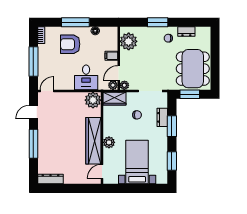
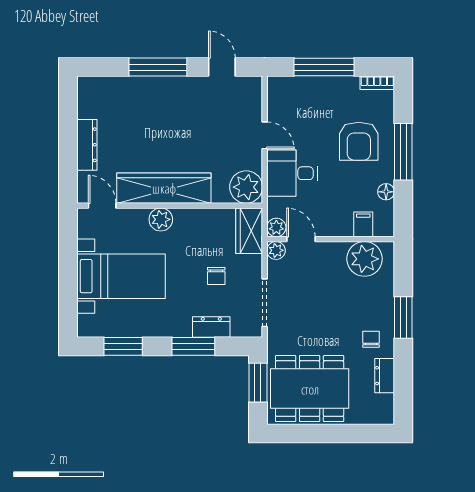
armchair: (70, 44) -> (359, 141), turned 180
filing cabinet: (111, 56) -> (363, 224), moved
door: (47, 91) -> (265, 135), moved
dresser: (51, 179) -> (87, 145), moved

